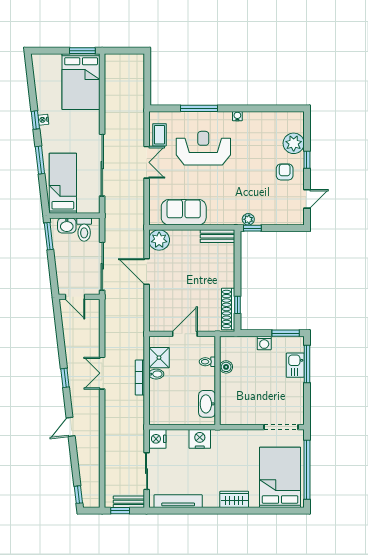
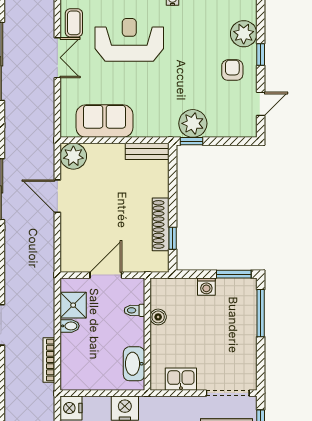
plant: (248, 219) -> (193, 123), width x1.88, depth x1.88
shoe rack: (228, 309) -> (161, 224), moved
kitchen sink: (295, 365) -> (181, 379), moved, turned 90
bookcase: (140, 378) -> (49, 360), moved

